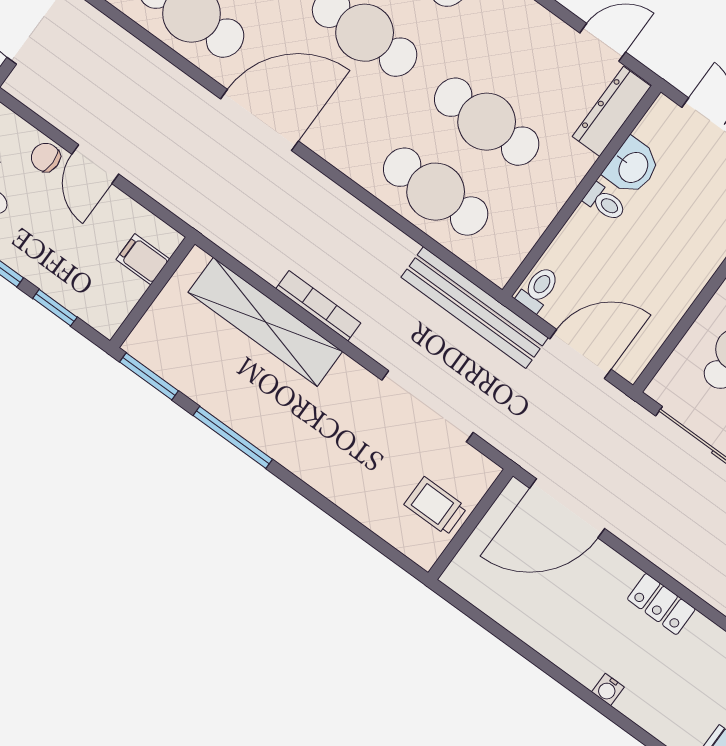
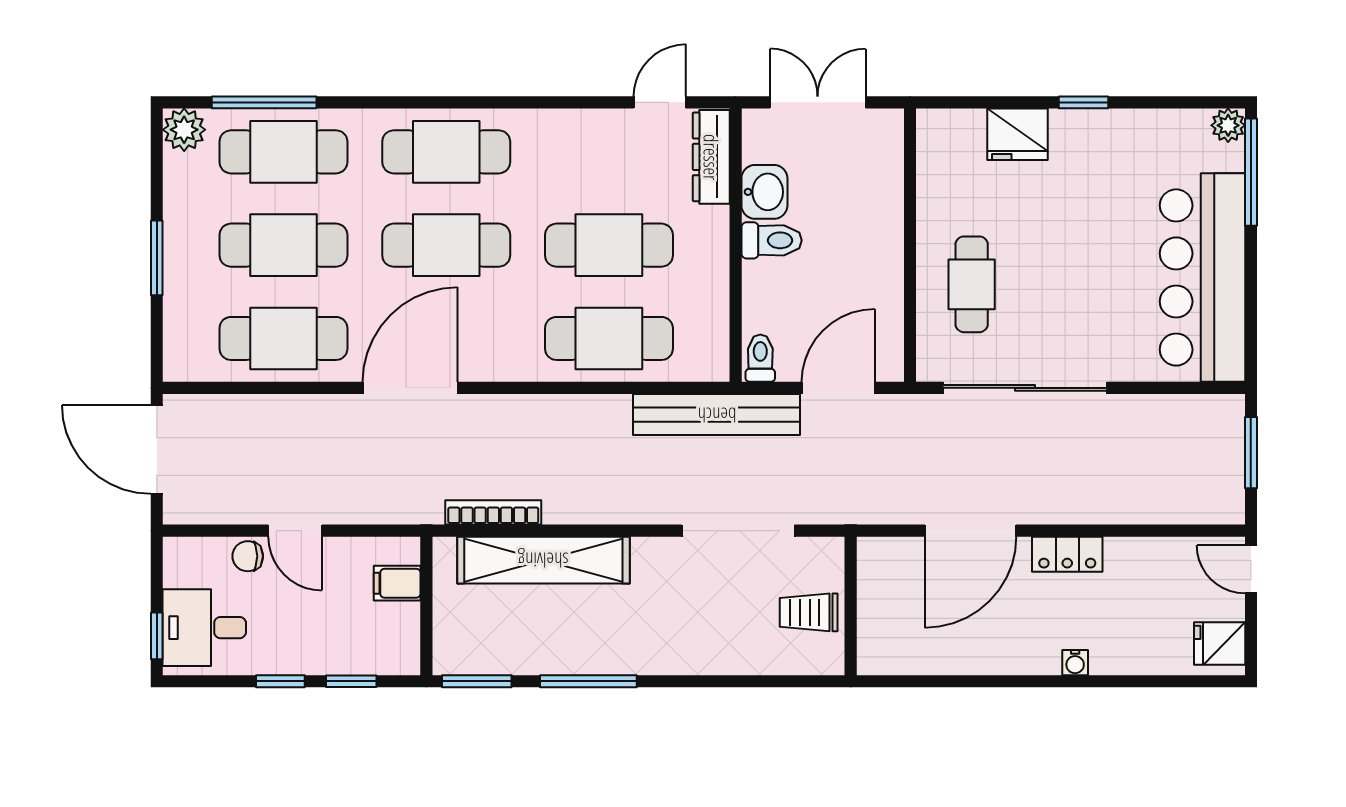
toilet: (605, 202) -> (772, 240), width x1.37, depth x1.39
bookcase: (318, 306) -> (493, 512), moved
door: (567, 508) -> (971, 531), moved

